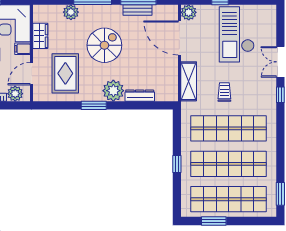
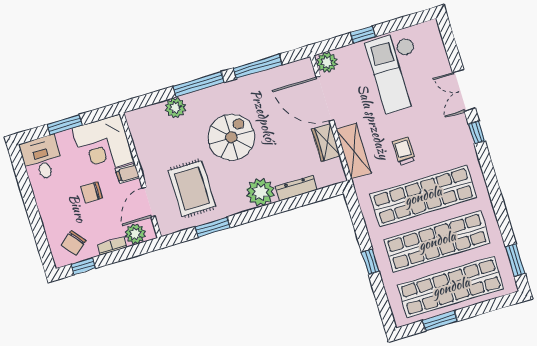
bench: (137, 10) -> (260, 79), removed
wardrobe: (40, 36) -> (326, 142), moved, turned 180
window: (94, 105) -> (213, 227), moved

